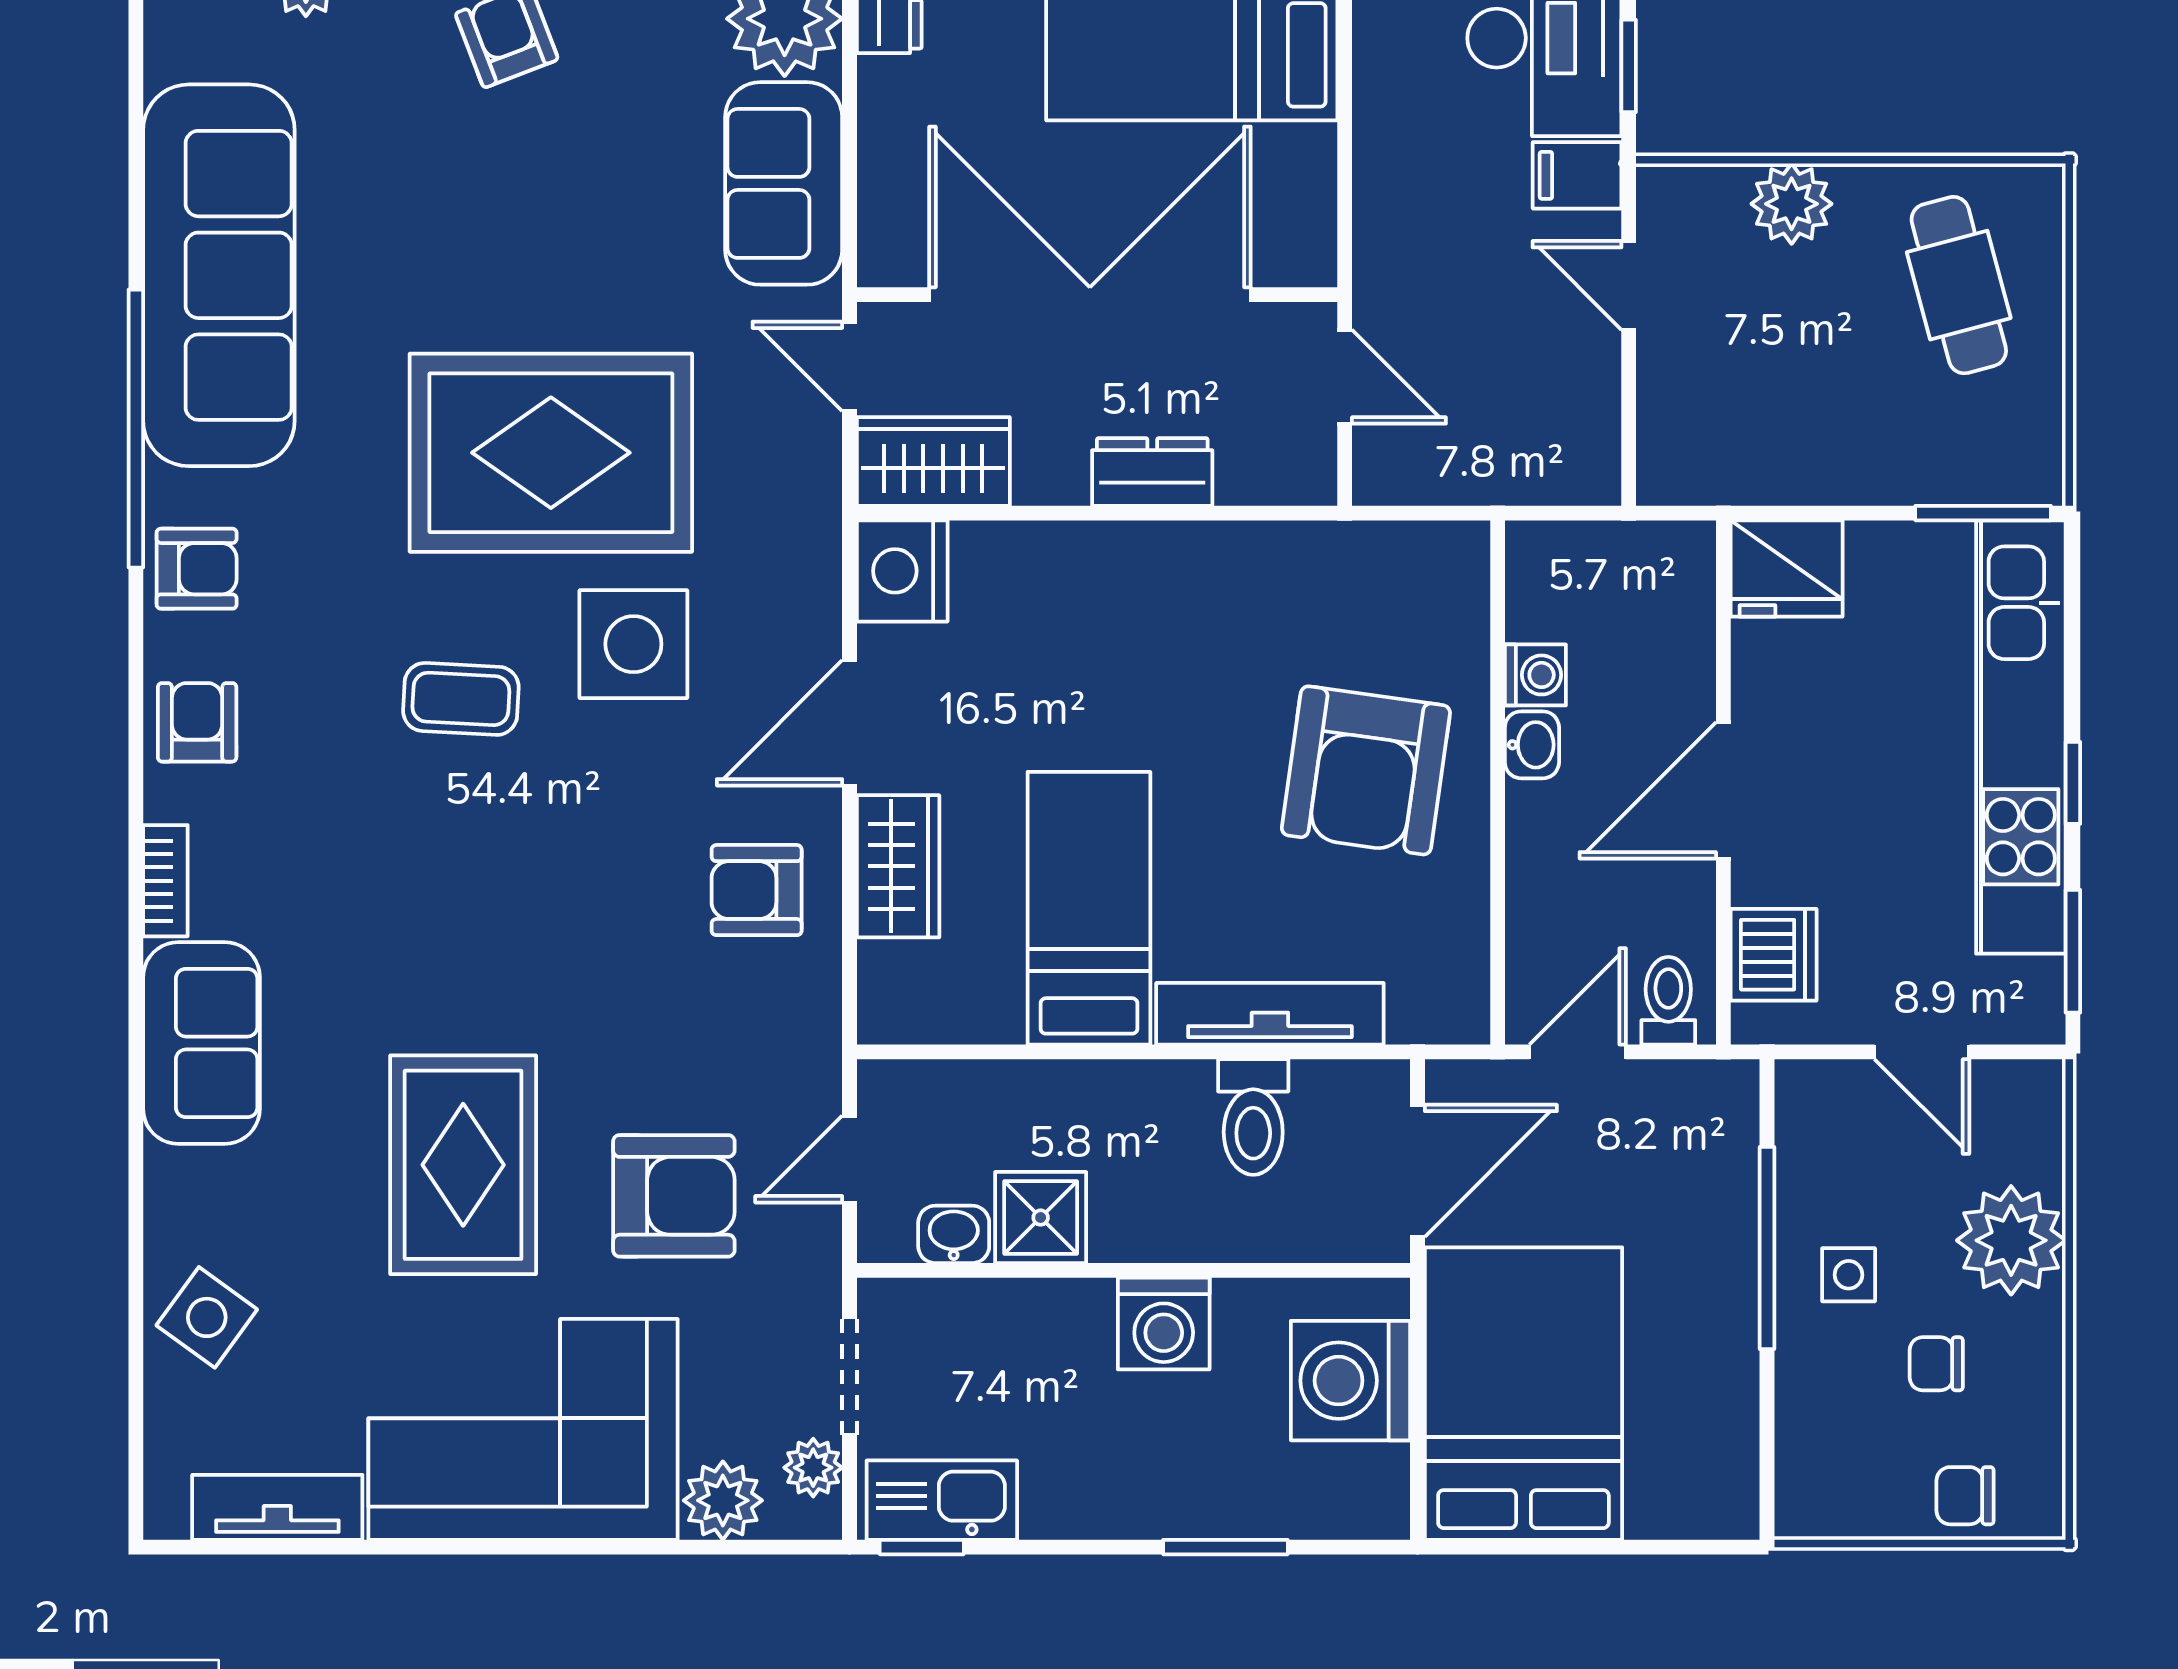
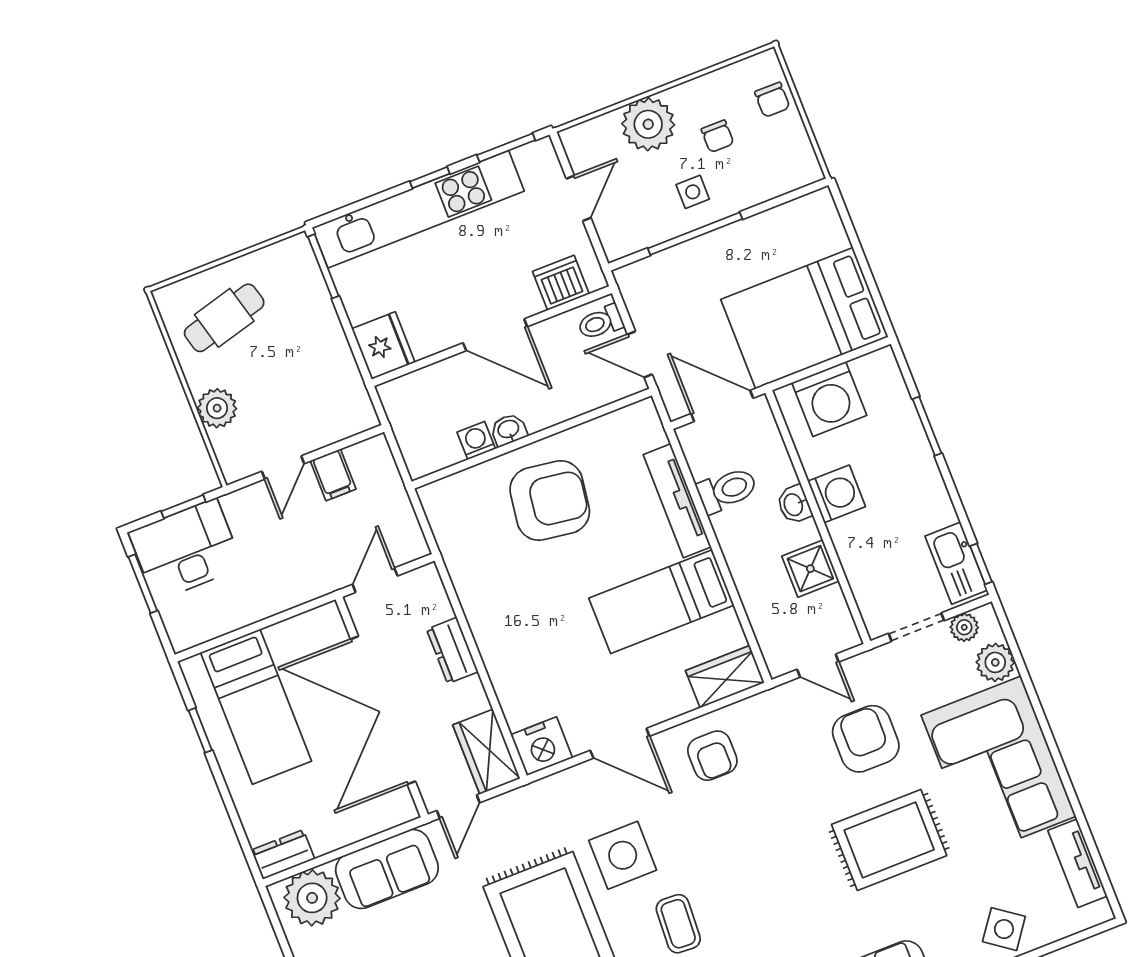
filing cabinet: (1577, 175) -> (333, 475), moved
wardrobe: (898, 866) -> (725, 677), moved
washbasin: (954, 1234) -> (794, 504), moved

